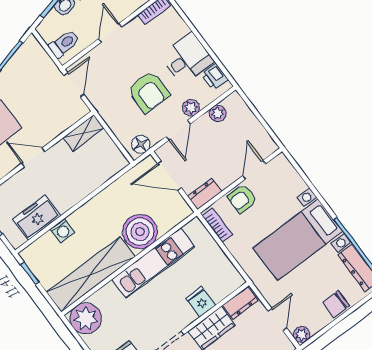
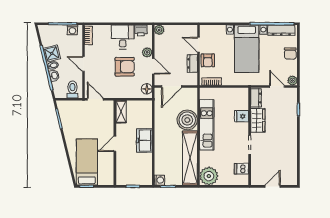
plant: (218, 113) -> (159, 30), moved
dresser: (205, 194) -> (192, 63), moved
freezer: (37, 218) -> (144, 140), moved
washing machine: (62, 231) -> (159, 180), moved

